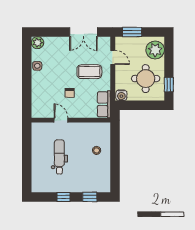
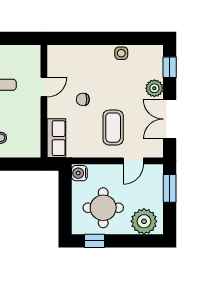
window: (47, 32) -> (170, 67), added
plant: (38, 43) -> (154, 88), moved
row of seats: (104, 104) -> (56, 138), moved, turned 90

